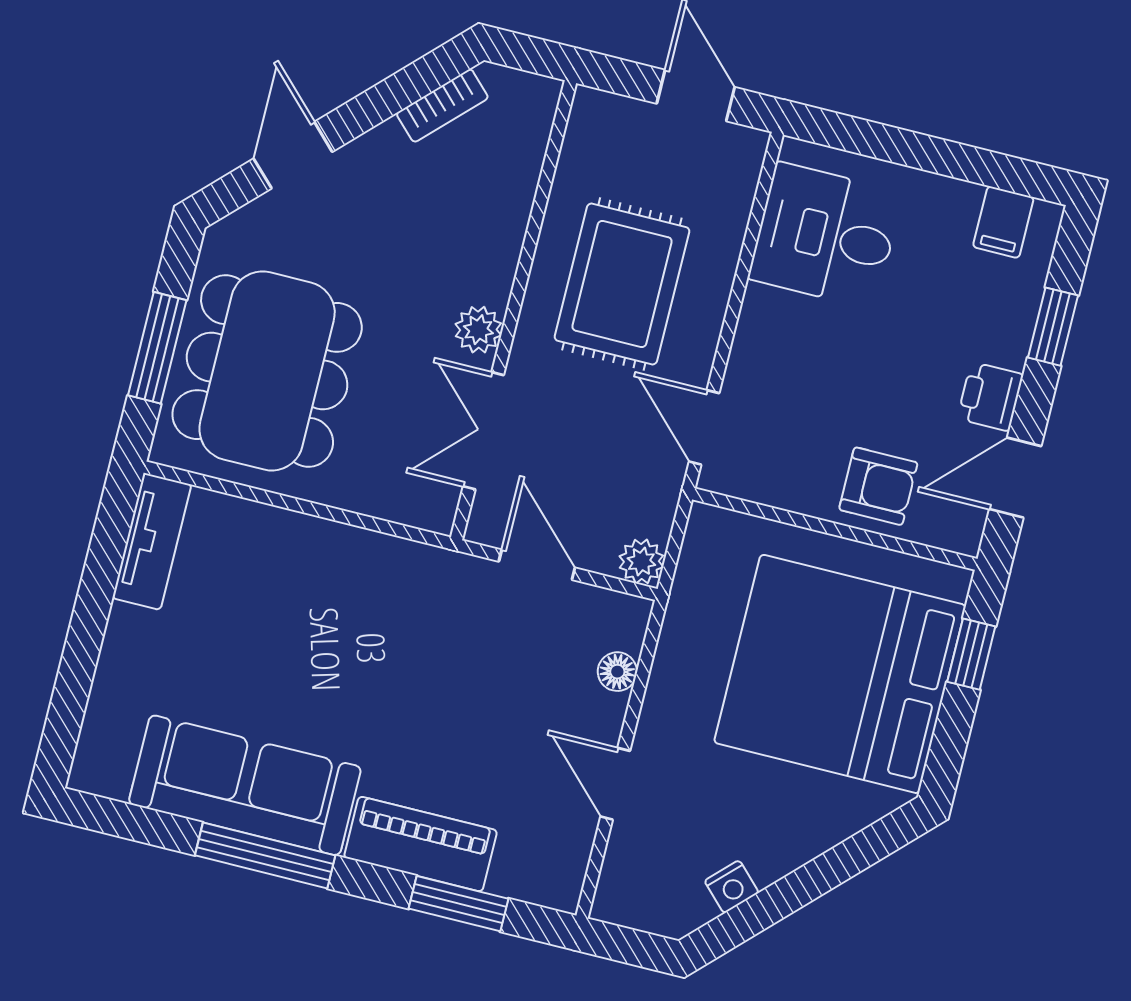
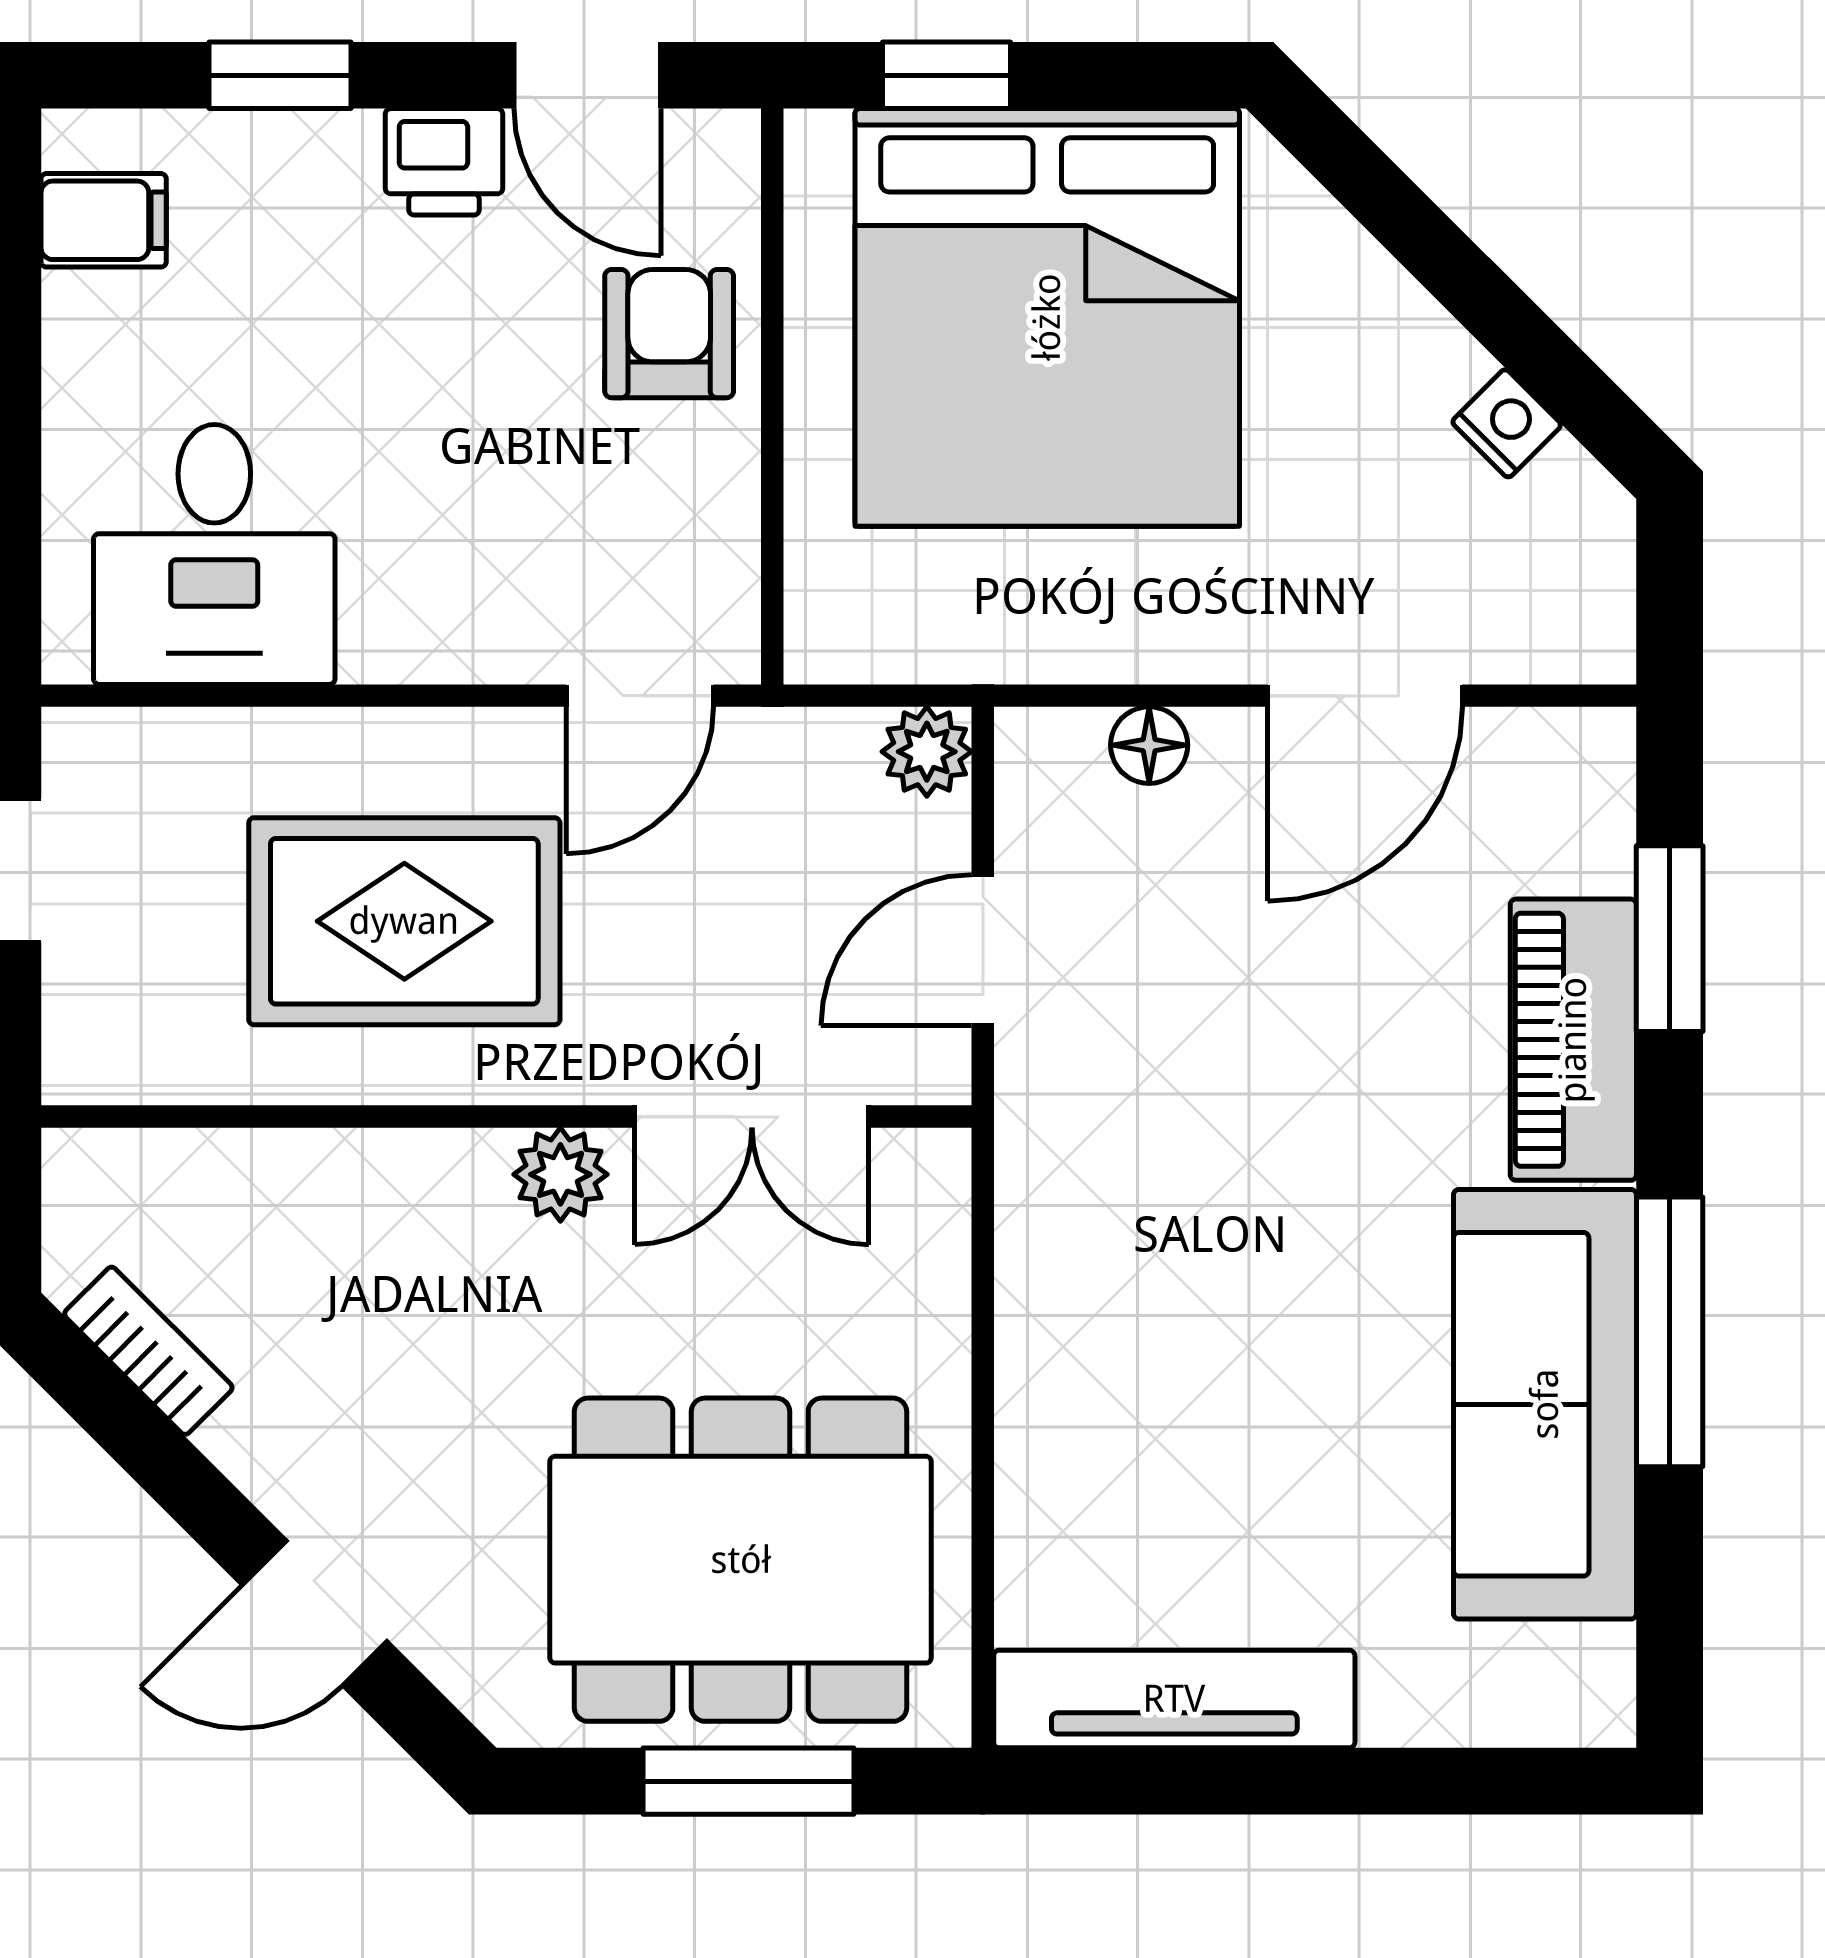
tv unit: (152, 541) -> (1174, 1699), width x1.41
door: (615, 784) -> (1365, 696), width x1.38

